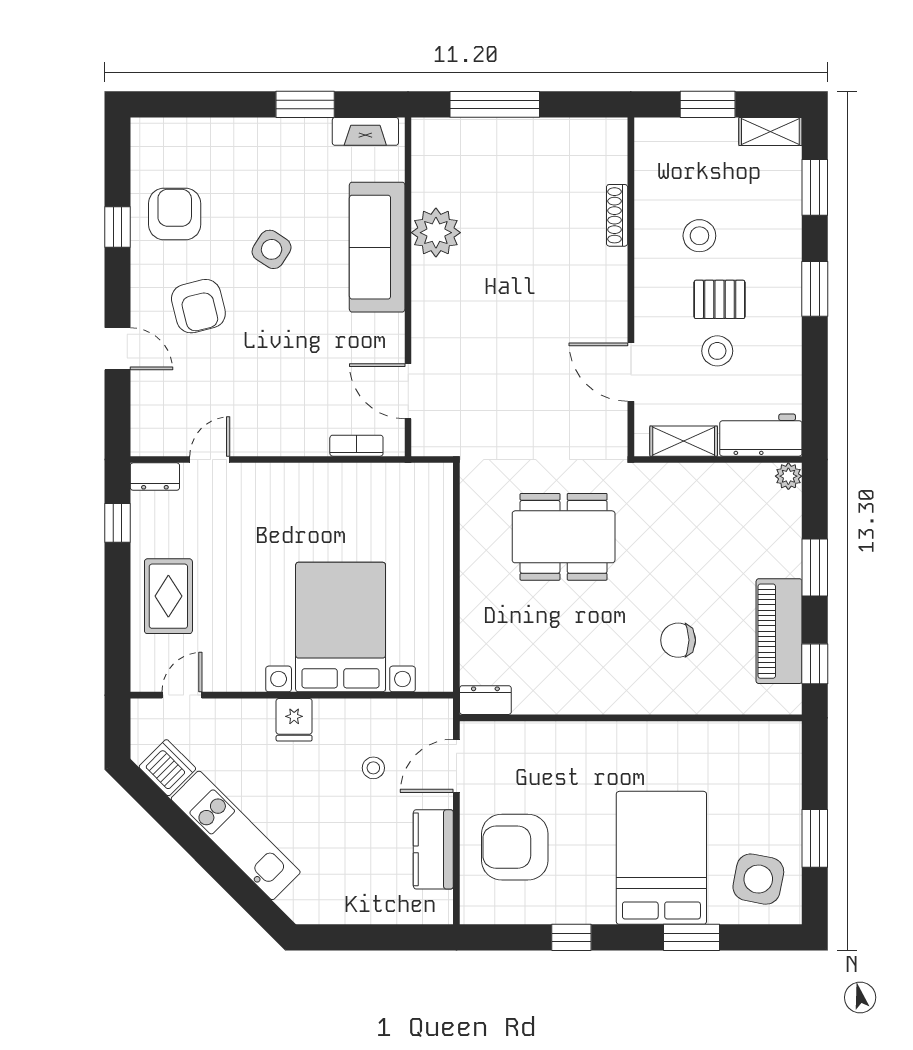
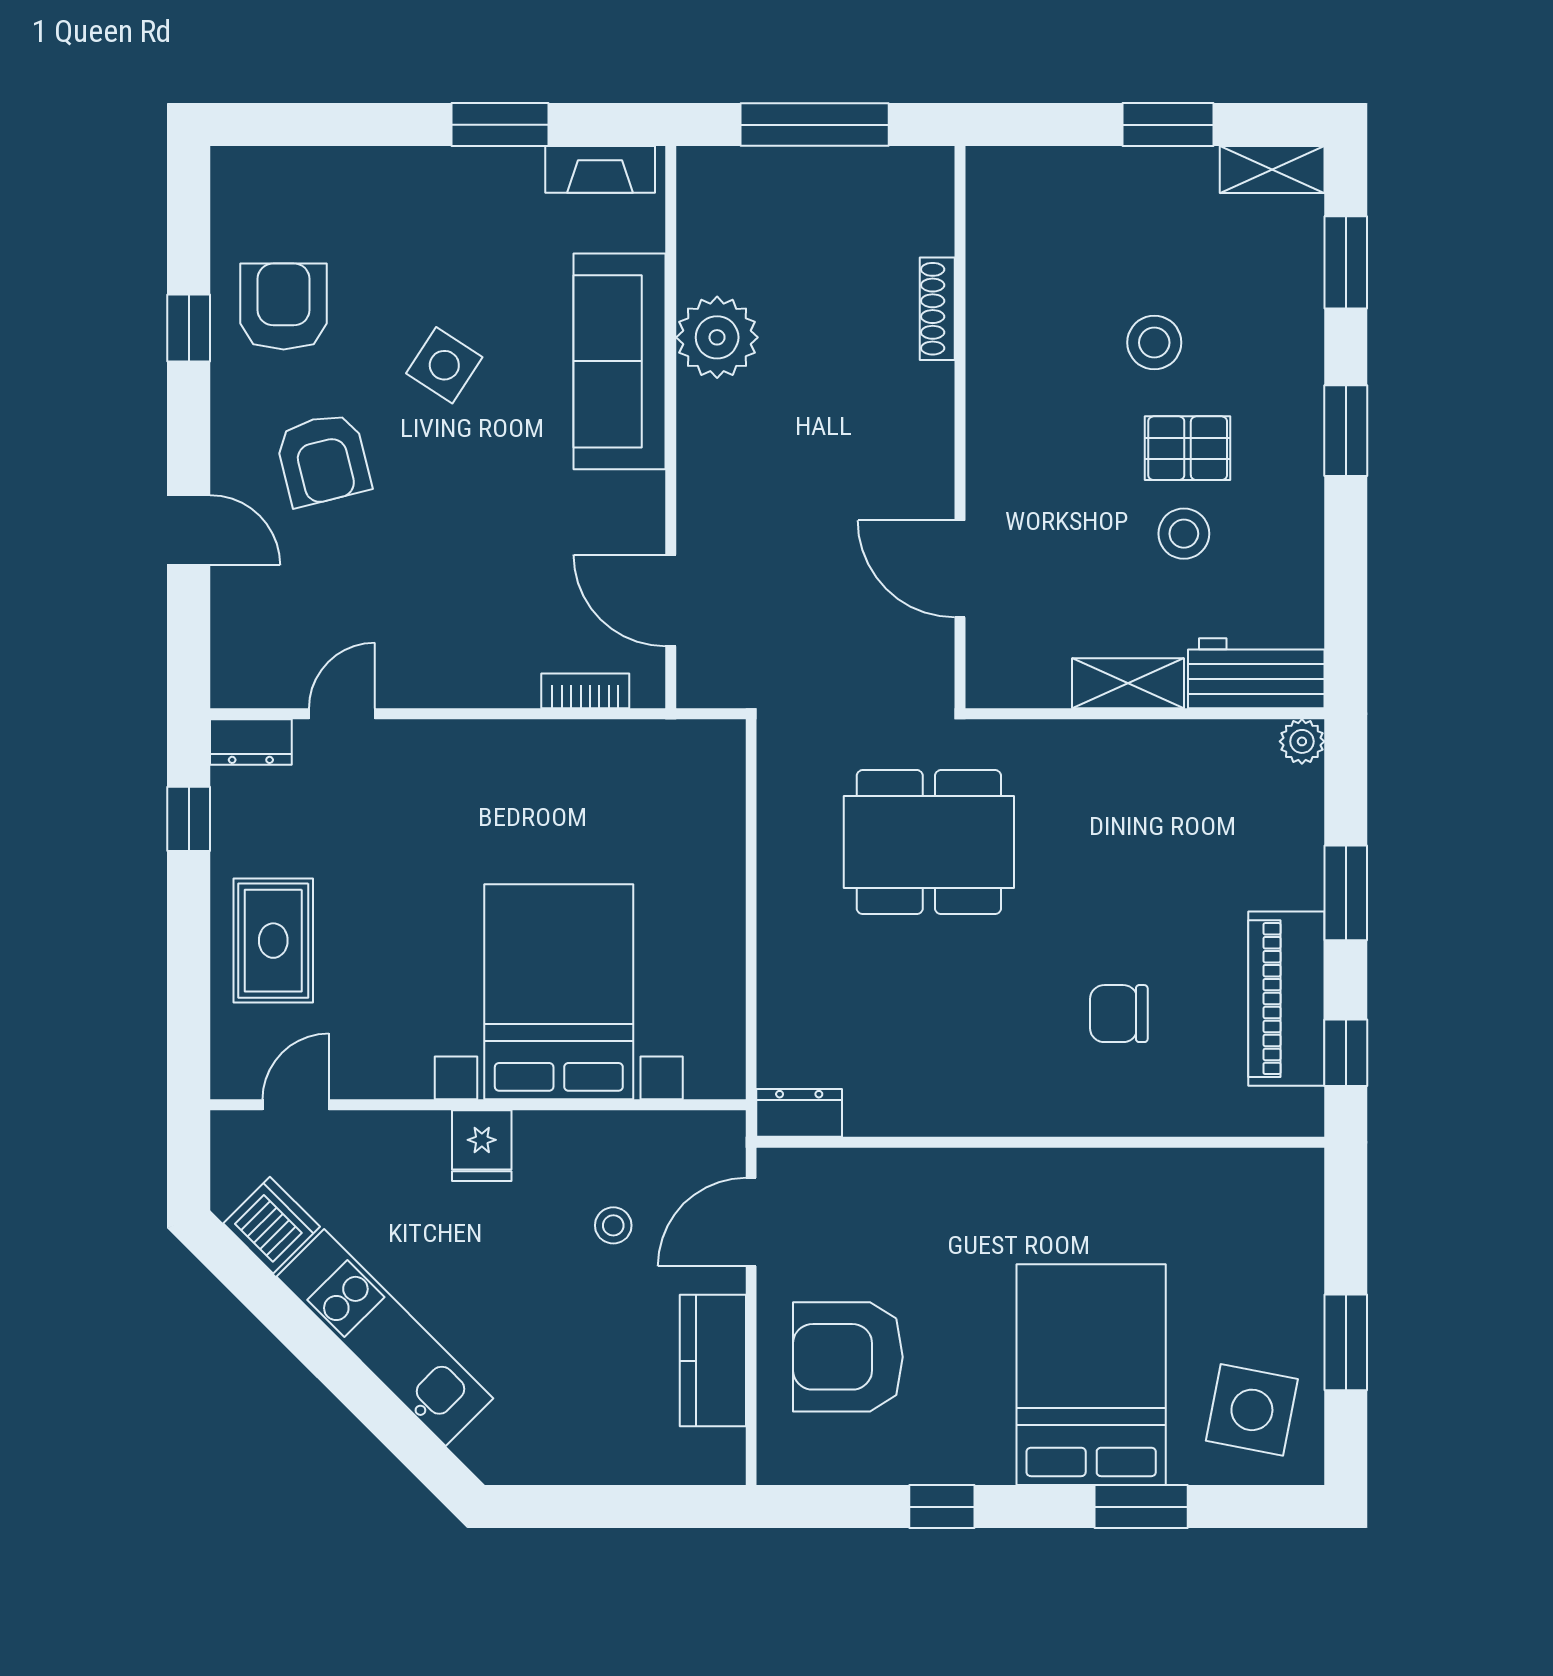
shoe rack: (617, 215) -> (937, 309), moved
wall: (631, 287) -> (960, 427), moved
door: (631, 372) -> (960, 569), moved

